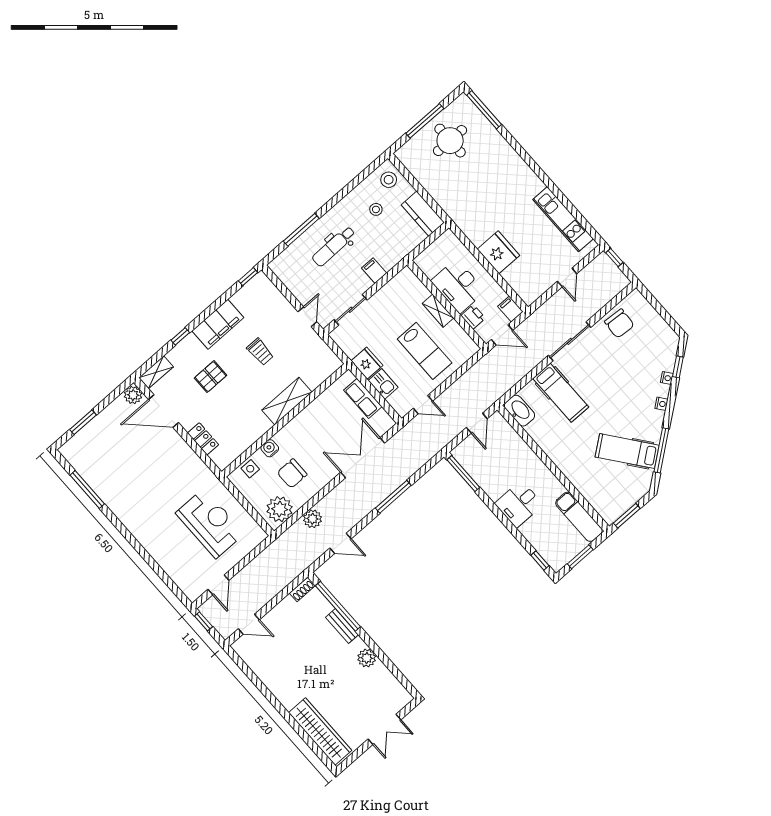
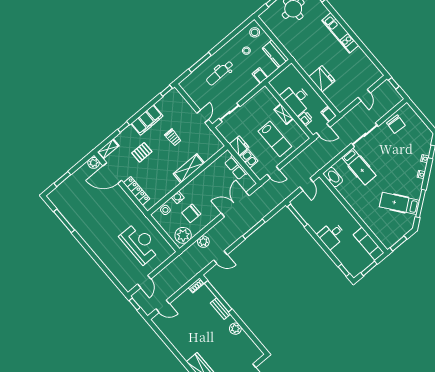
kitchen unit: (563, 219) -> (340, 33), moved
filing cabinet: (374, 271) -> (260, 76), moved
locker: (203, 439) -> (136, 191), width x1.53

